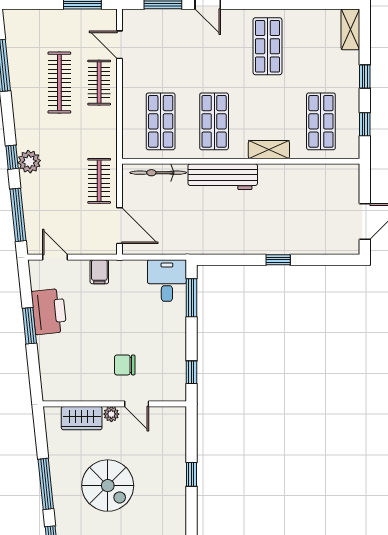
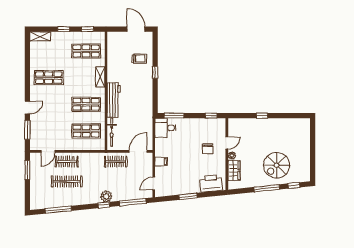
trolley: (305, 228) -> (139, 59), added
printer: (49, 312) -> (211, 183), moved
spiral stairs: (108, 486) -> (277, 165), moved, turned 180

